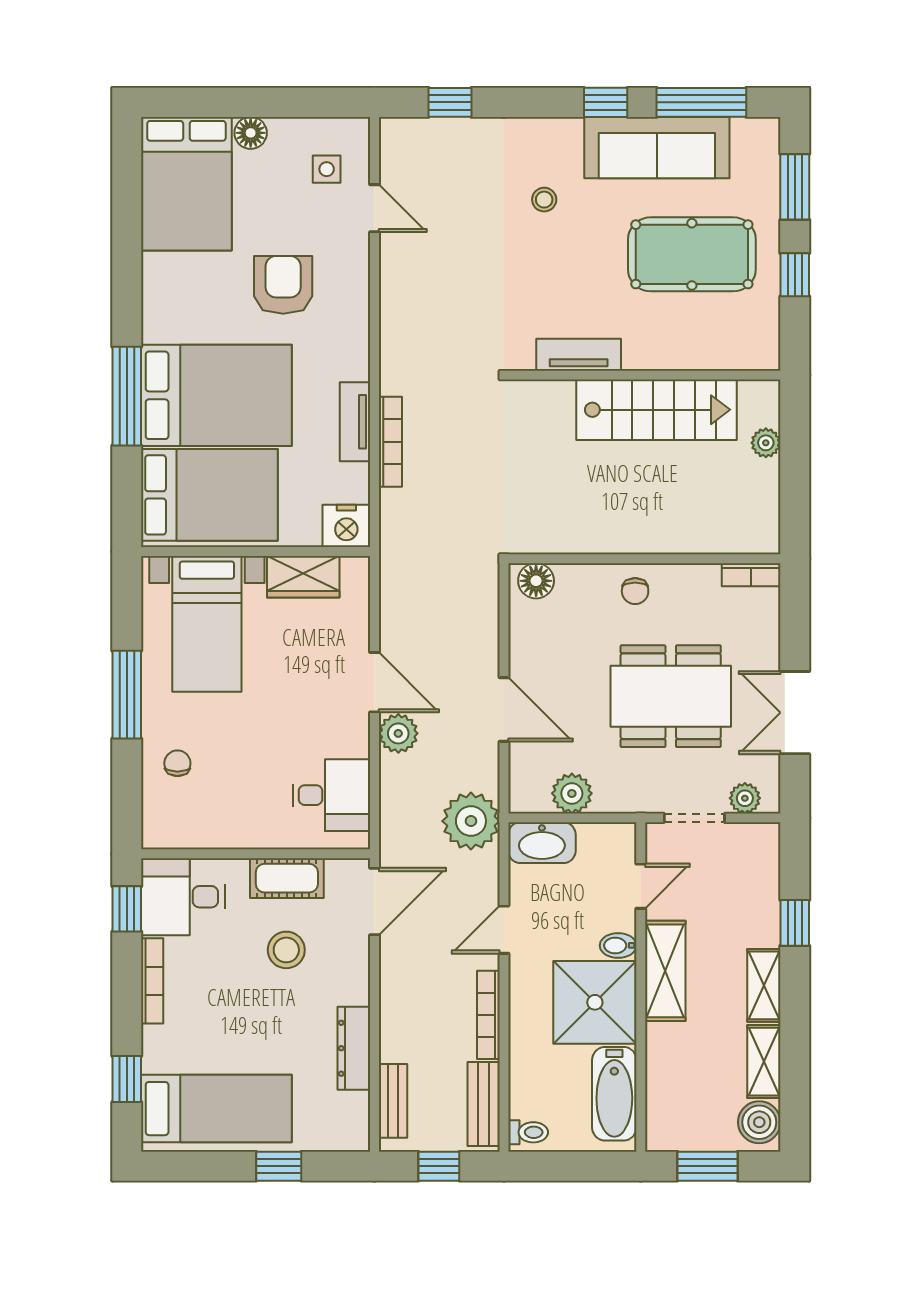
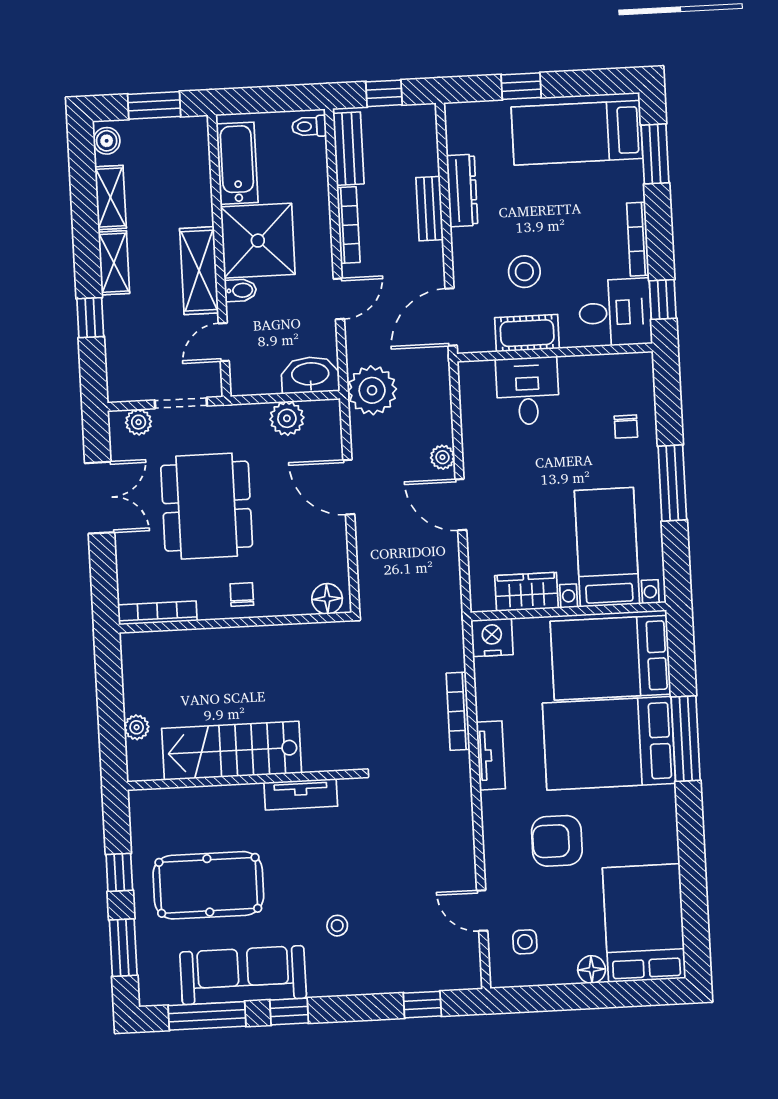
armchair: (283, 285) -> (557, 841), turned 90
tv unit: (355, 422) -> (491, 755), moved
bookcase: (751, 575) -> (157, 613), width x1.56
dining table: (671, 696) -> (207, 506), turned 90
plant: (398, 733) -> (443, 457), width x0.73, depth x0.73
desk: (331, 795) -> (528, 391), moved, turned 90
window: (127, 1079) -> (655, 154), width x1.50
bench: (393, 1101) -> (430, 209), moved
boiler: (759, 1122) -> (107, 141), width x0.73, depth x0.73

